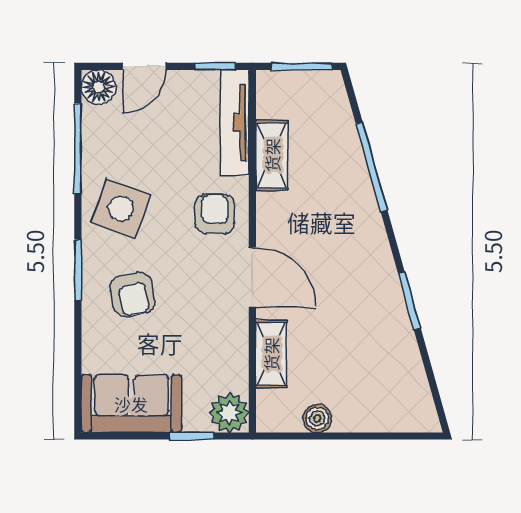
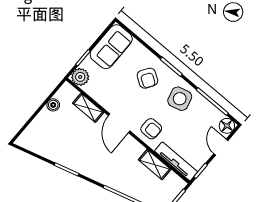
side table: (121, 208) -> (180, 99), turned -35
door: (252, 277) -> (119, 123), hinge flipped
armchair: (133, 295) -> (147, 78), turned -134

